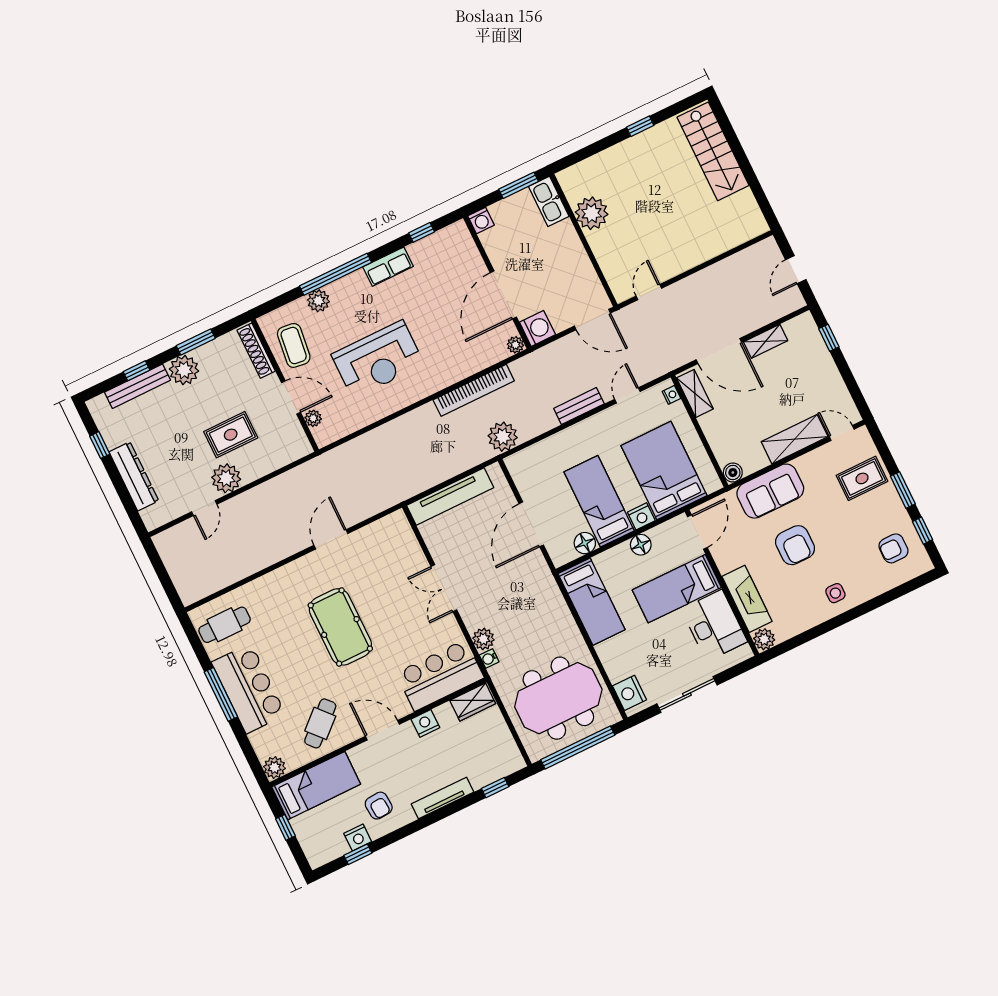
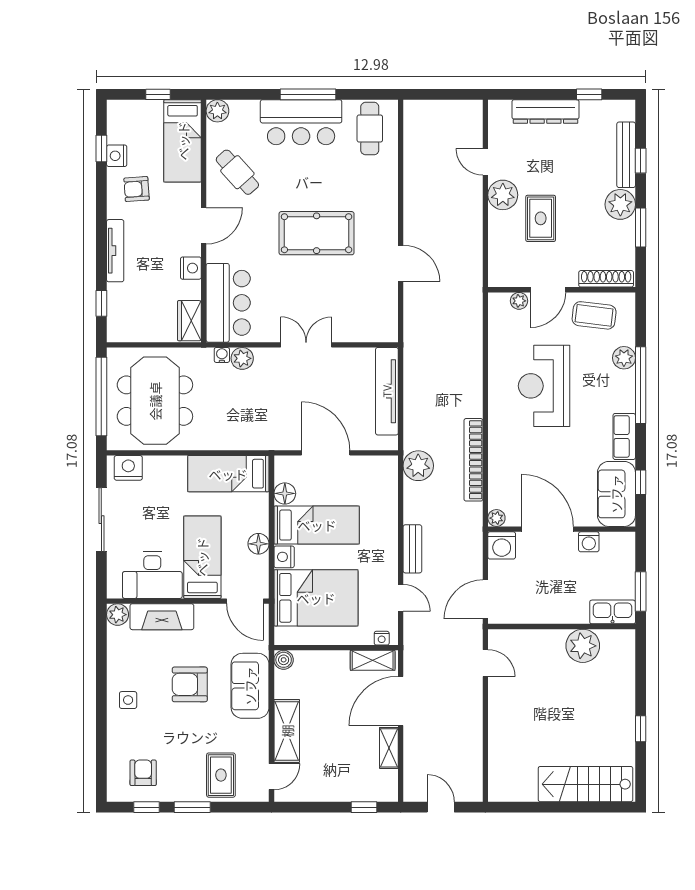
washing machine: (481, 220) -> (589, 542), moved, turned -90
sofa: (442, 249) -> (616, 494), added

